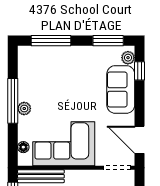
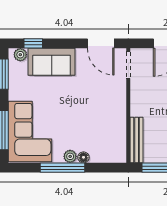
door: (140, 140) -> (101, 43), hinge flipped
corner sofa: (64, 144) -> (30, 132), moved, turned 180
floor lamp: (23, 147) -> (83, 157), moved

